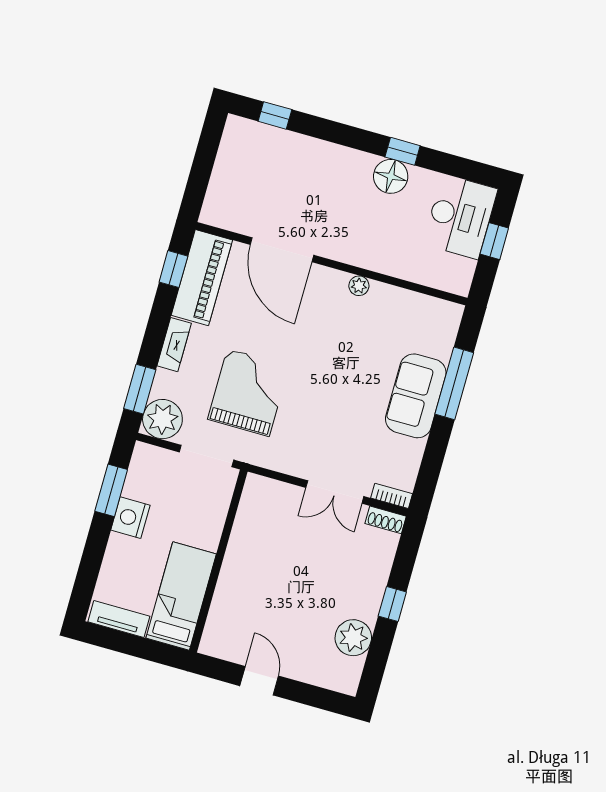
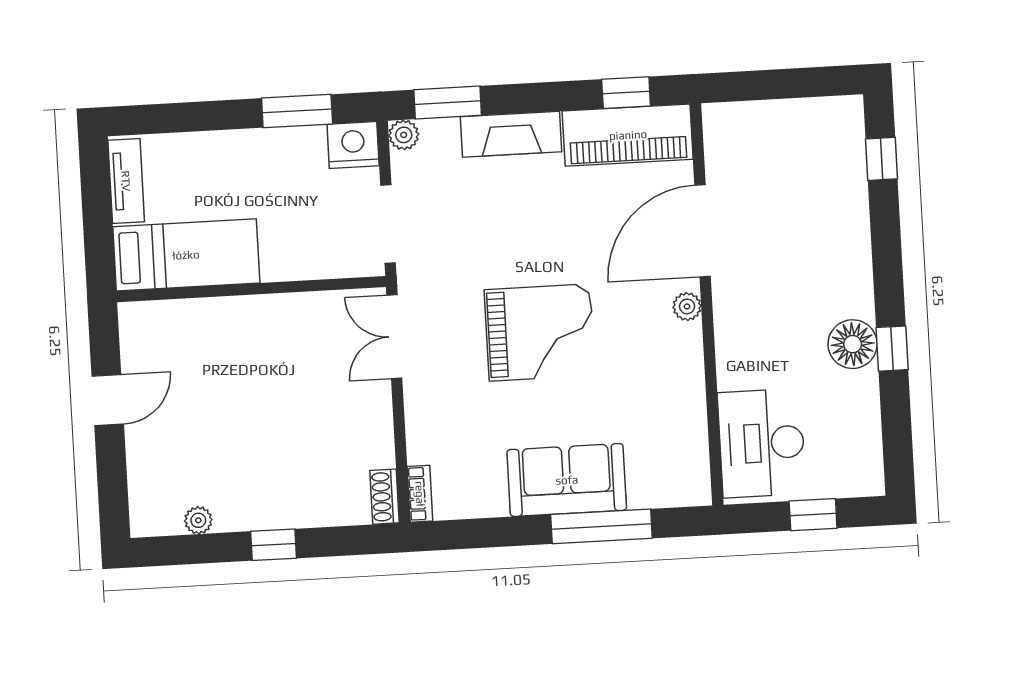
desk: (460, 217) -> (762, 443), moved, turned 90
plant: (359, 286) -> (687, 306), moved
fireplace: (174, 345) -> (511, 134), width x1.37, depth x1.32
grand piano: (248, 392) -> (540, 332), moved
plant: (162, 419) -> (404, 135), width x0.53, depth x0.53
double door: (335, 492) -> (394, 337), moved
nightstand: (130, 518) -> (353, 145), moved
plant: (353, 638) -> (198, 520), width x0.53, depth x0.53

